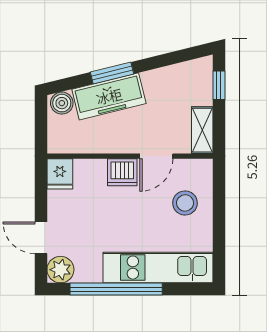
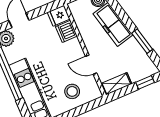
window: (112, 73) -> (142, 41), moved
dishwasher: (122, 172) -> (66, 31), moved

